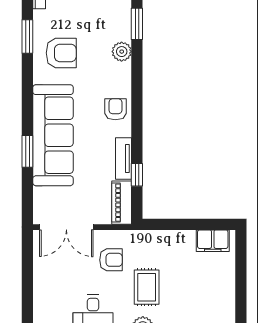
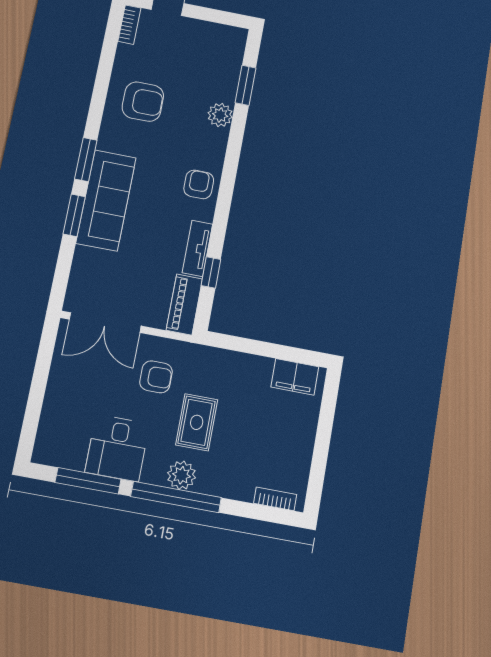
window: (27, 37) -> (86, 160), moved
sofa: (53, 135) -> (106, 200), width x0.74, depth x0.79

